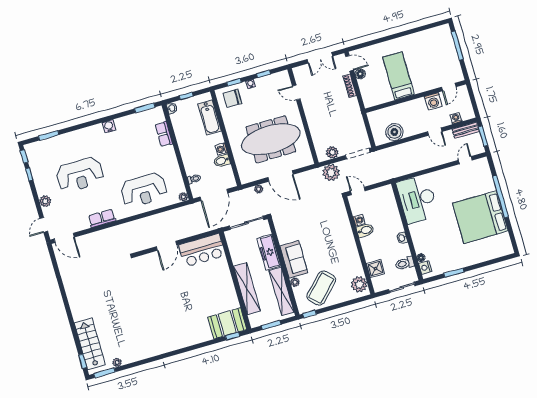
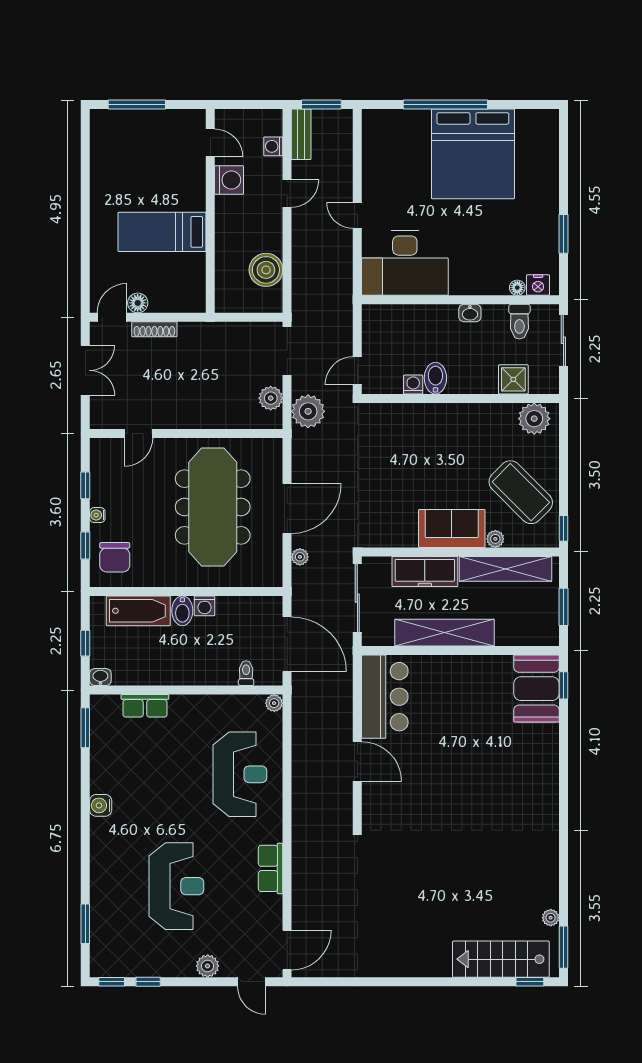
door: (465, 160) -> (357, 215), moved
bidet: (222, 161) -> (182, 611), moved
shelving: (247, 289) -> (445, 633), moved

